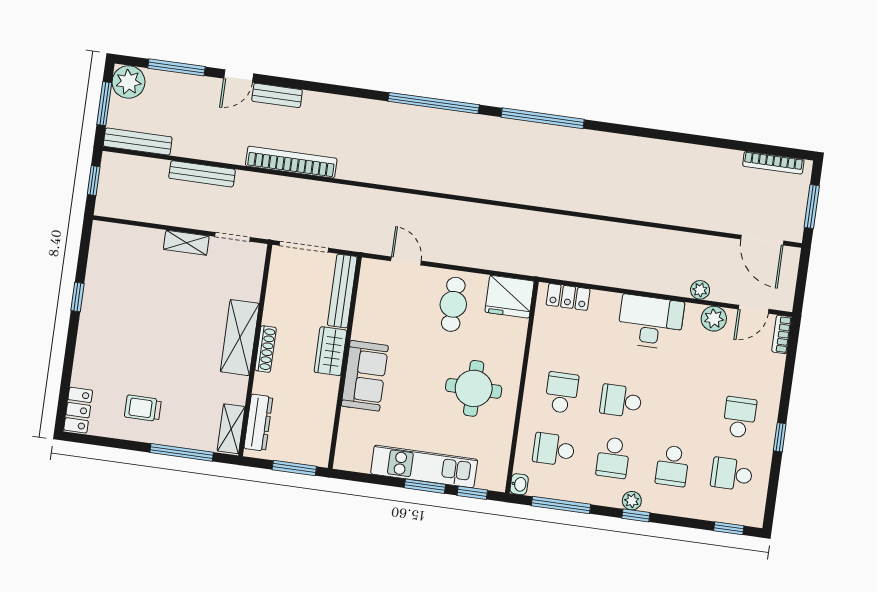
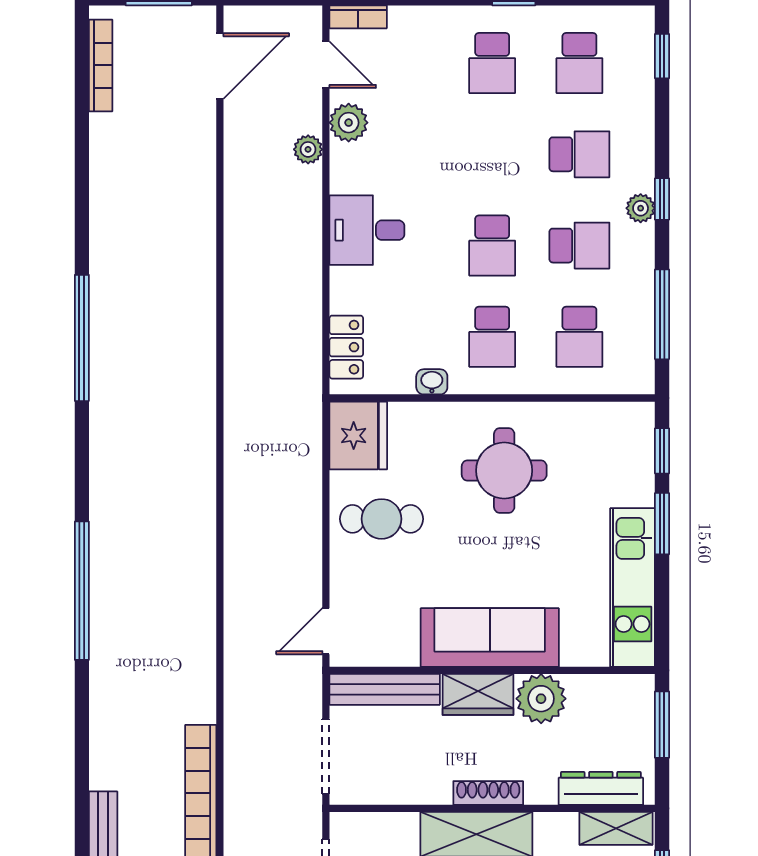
window: (543, 118) -> (82, 338), moved
door: (406, 261) -> (326, 631), moved
desk: (651, 322) -> (367, 230), width x0.73
sofa: (365, 376) -> (490, 637), width x1.36
plant: (322, 392) -> (541, 699), added
school desk: (562, 393) -> (492, 337), turned -90
school desk: (740, 417) -> (492, 63), turned -90
kitchen unit: (424, 467) -> (633, 588), moved
washbasin: (519, 484) -> (432, 382), moved

